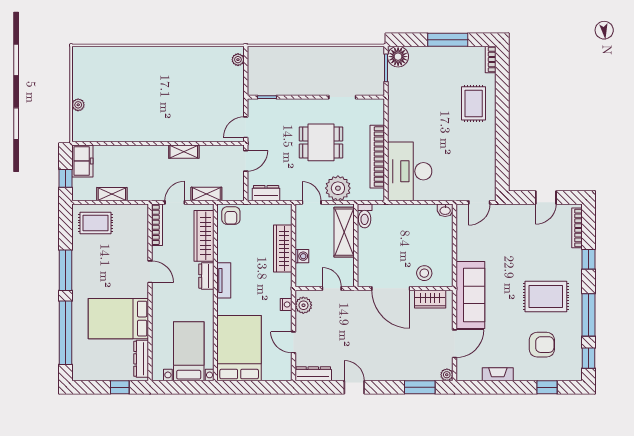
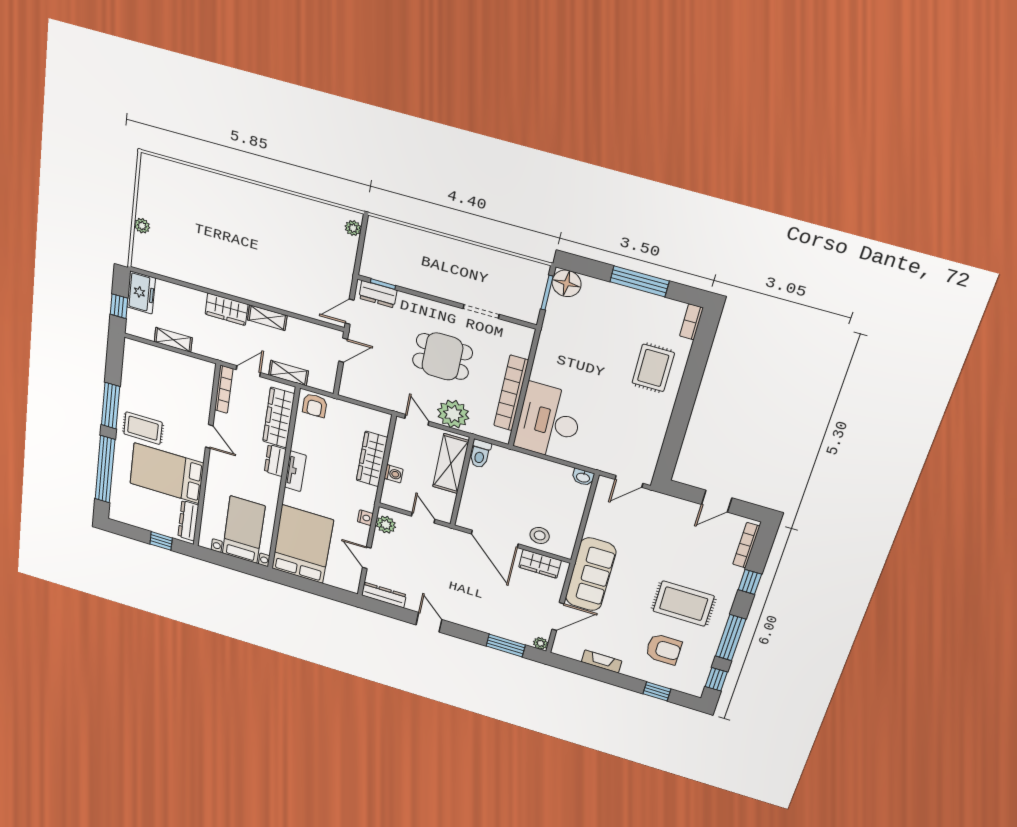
wardrobe: (151, 154) -> (227, 309), added
dresser: (266, 193) -> (378, 294), moved, turned 180
rug: (96, 223) -> (143, 428), moved

